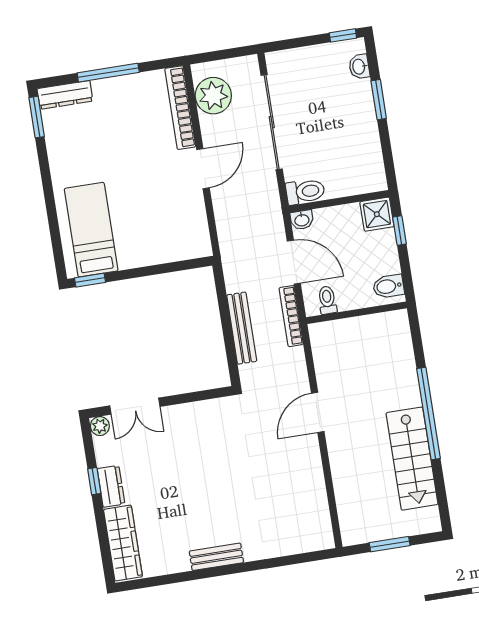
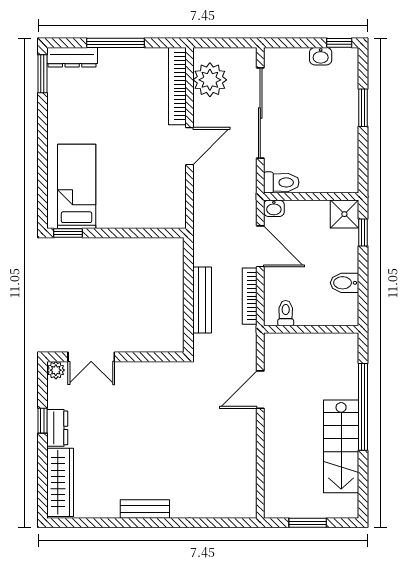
washbasin: (359, 67) -> (321, 56), moved, turned -90
toilet: (327, 300) -> (286, 313), moved
wall: (357, 313) -> (311, 329), moved

